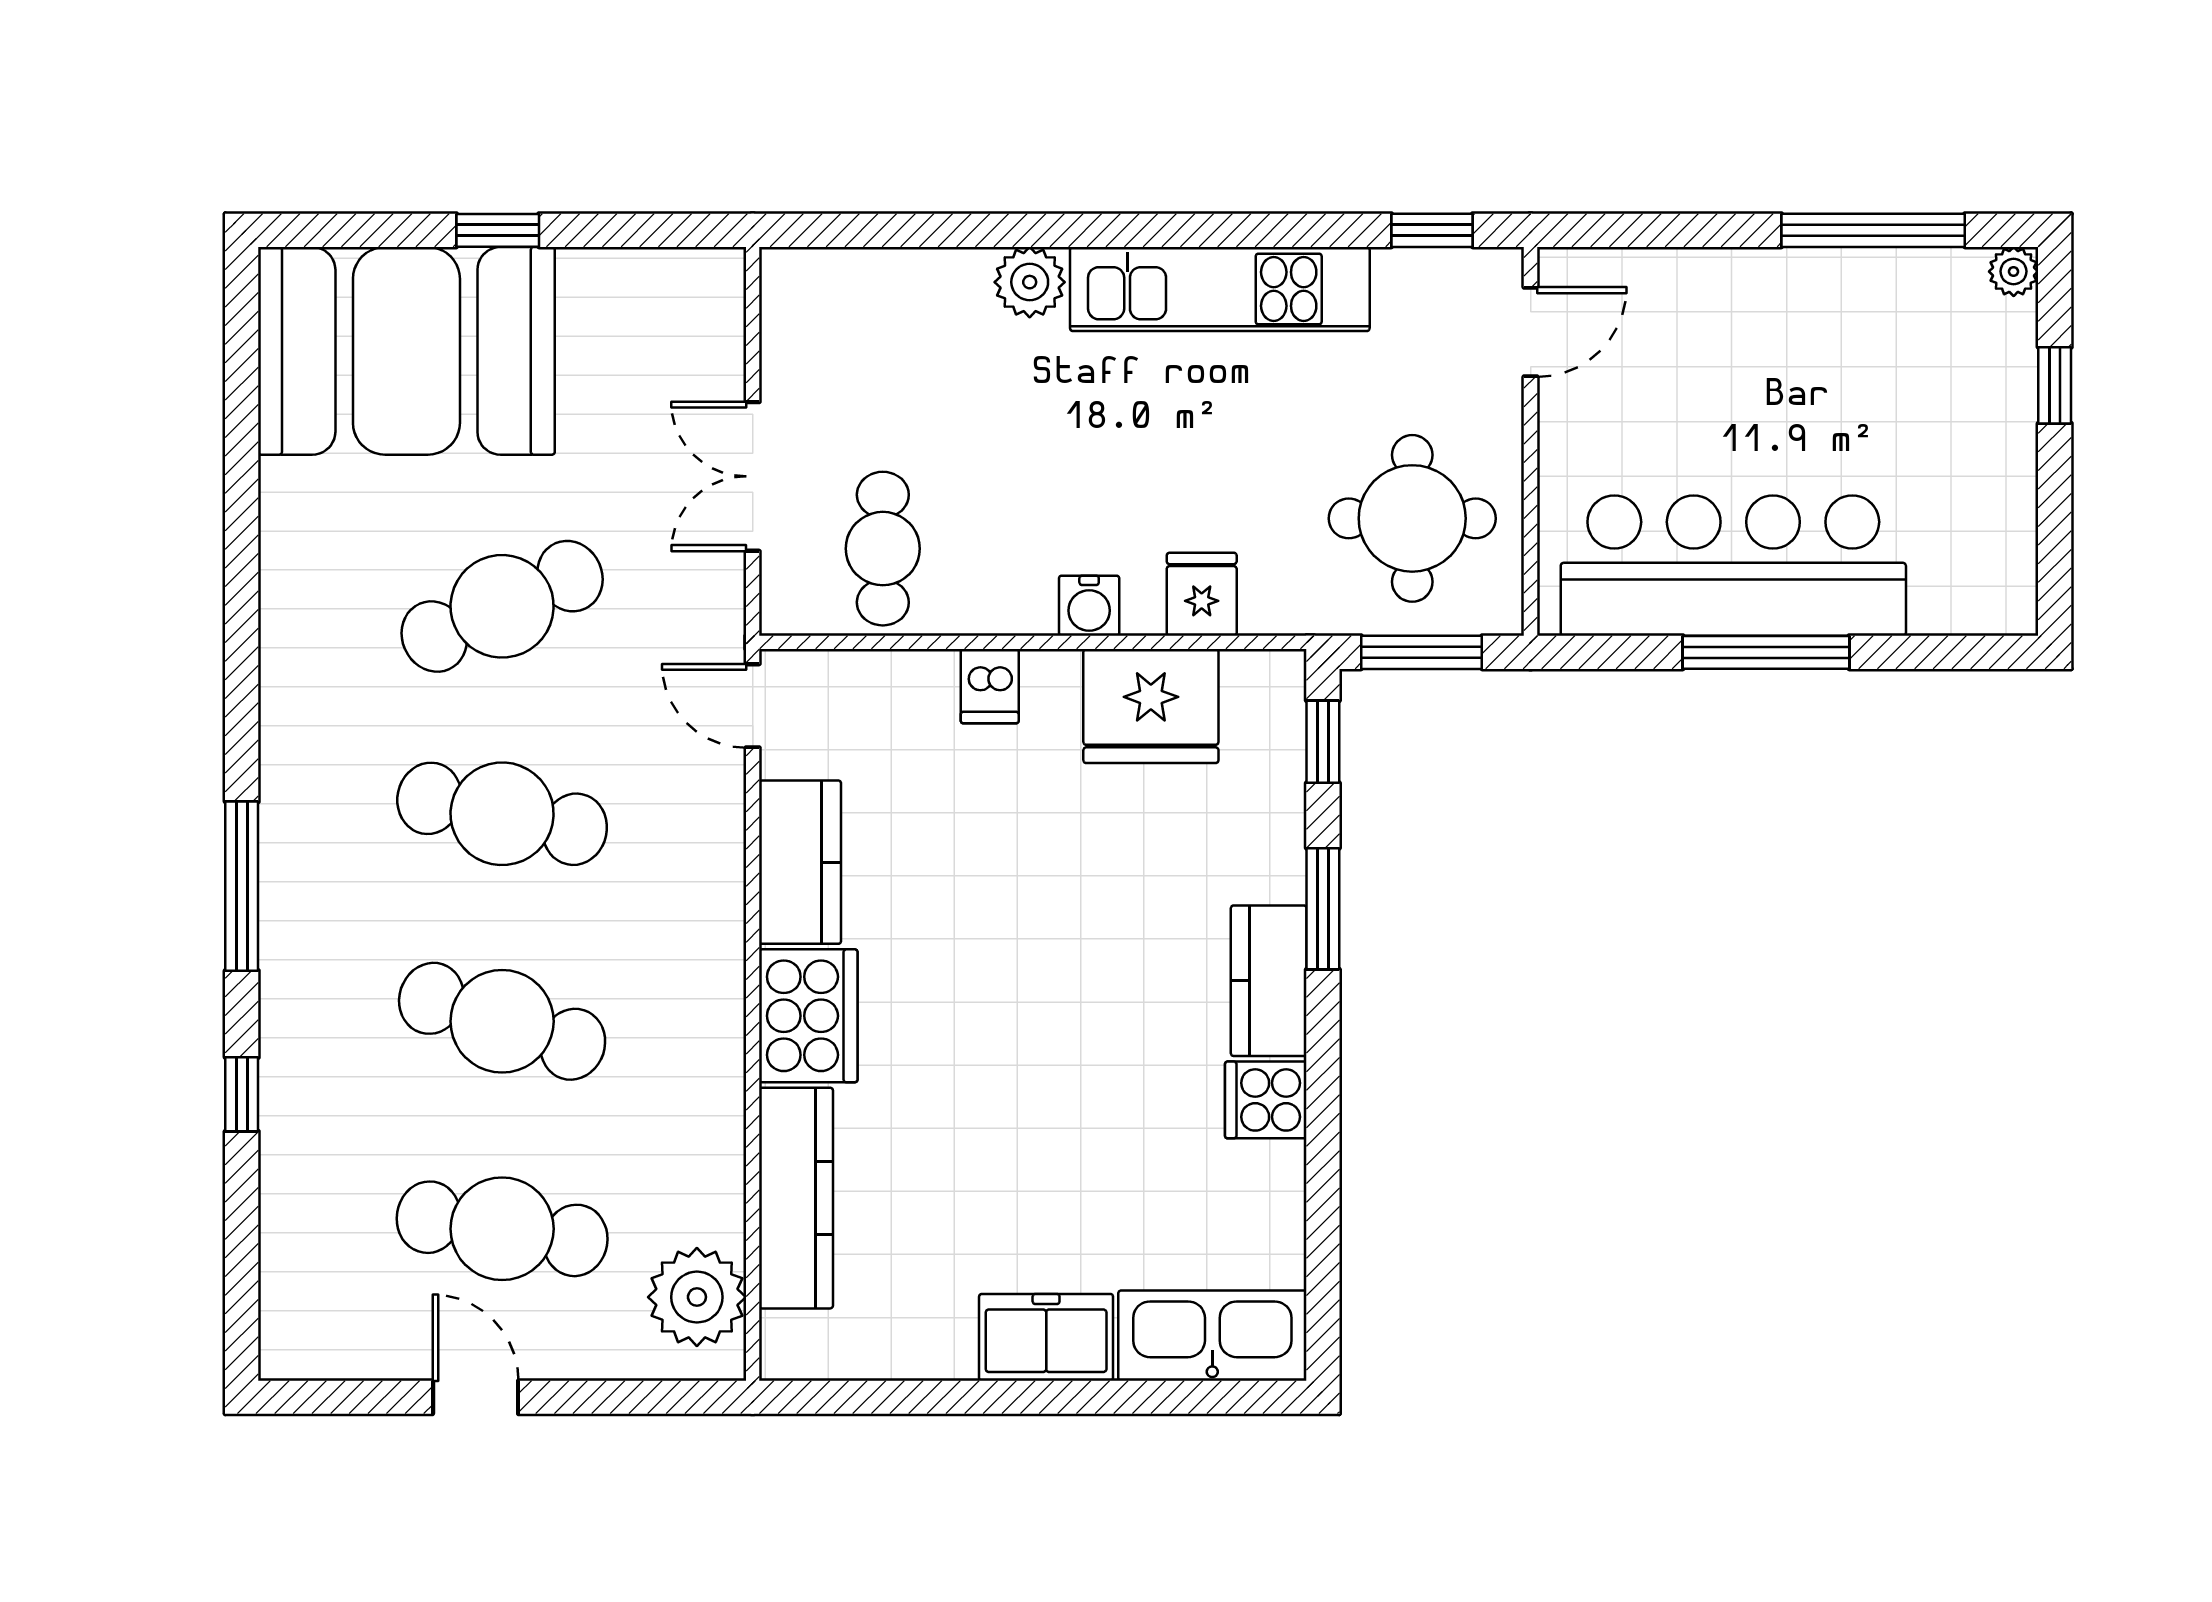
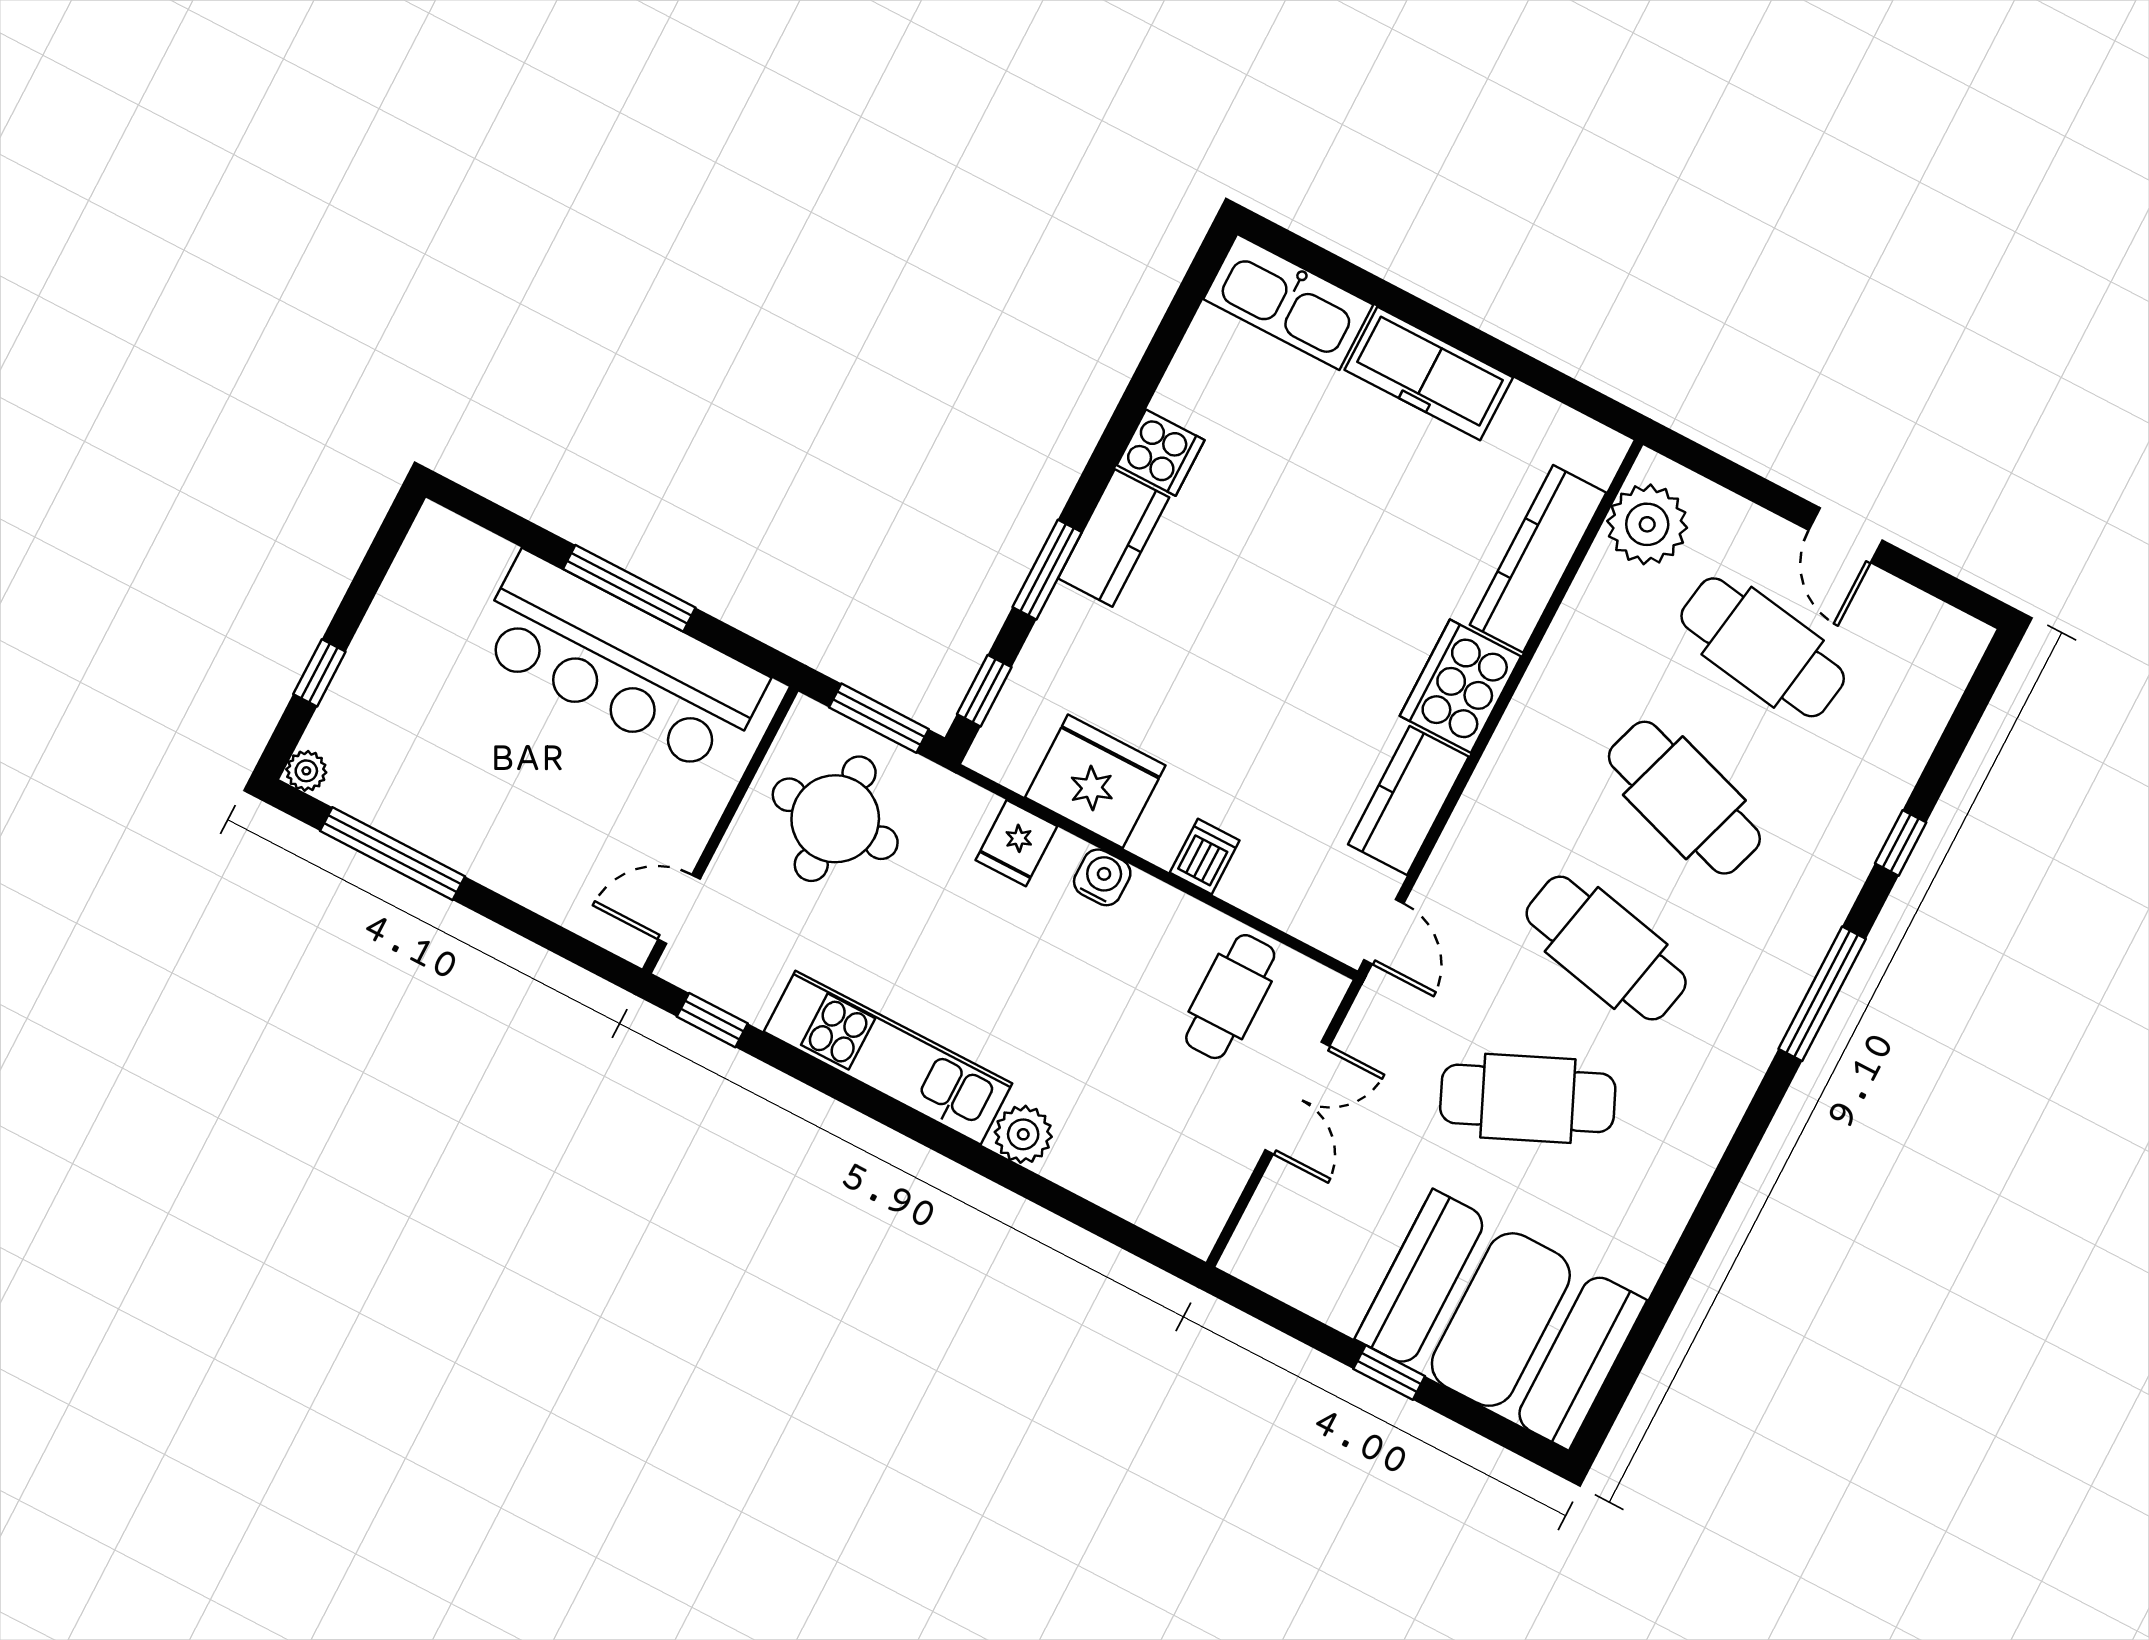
freezer: (1046, 1337) -> (1429, 374), width x1.40

